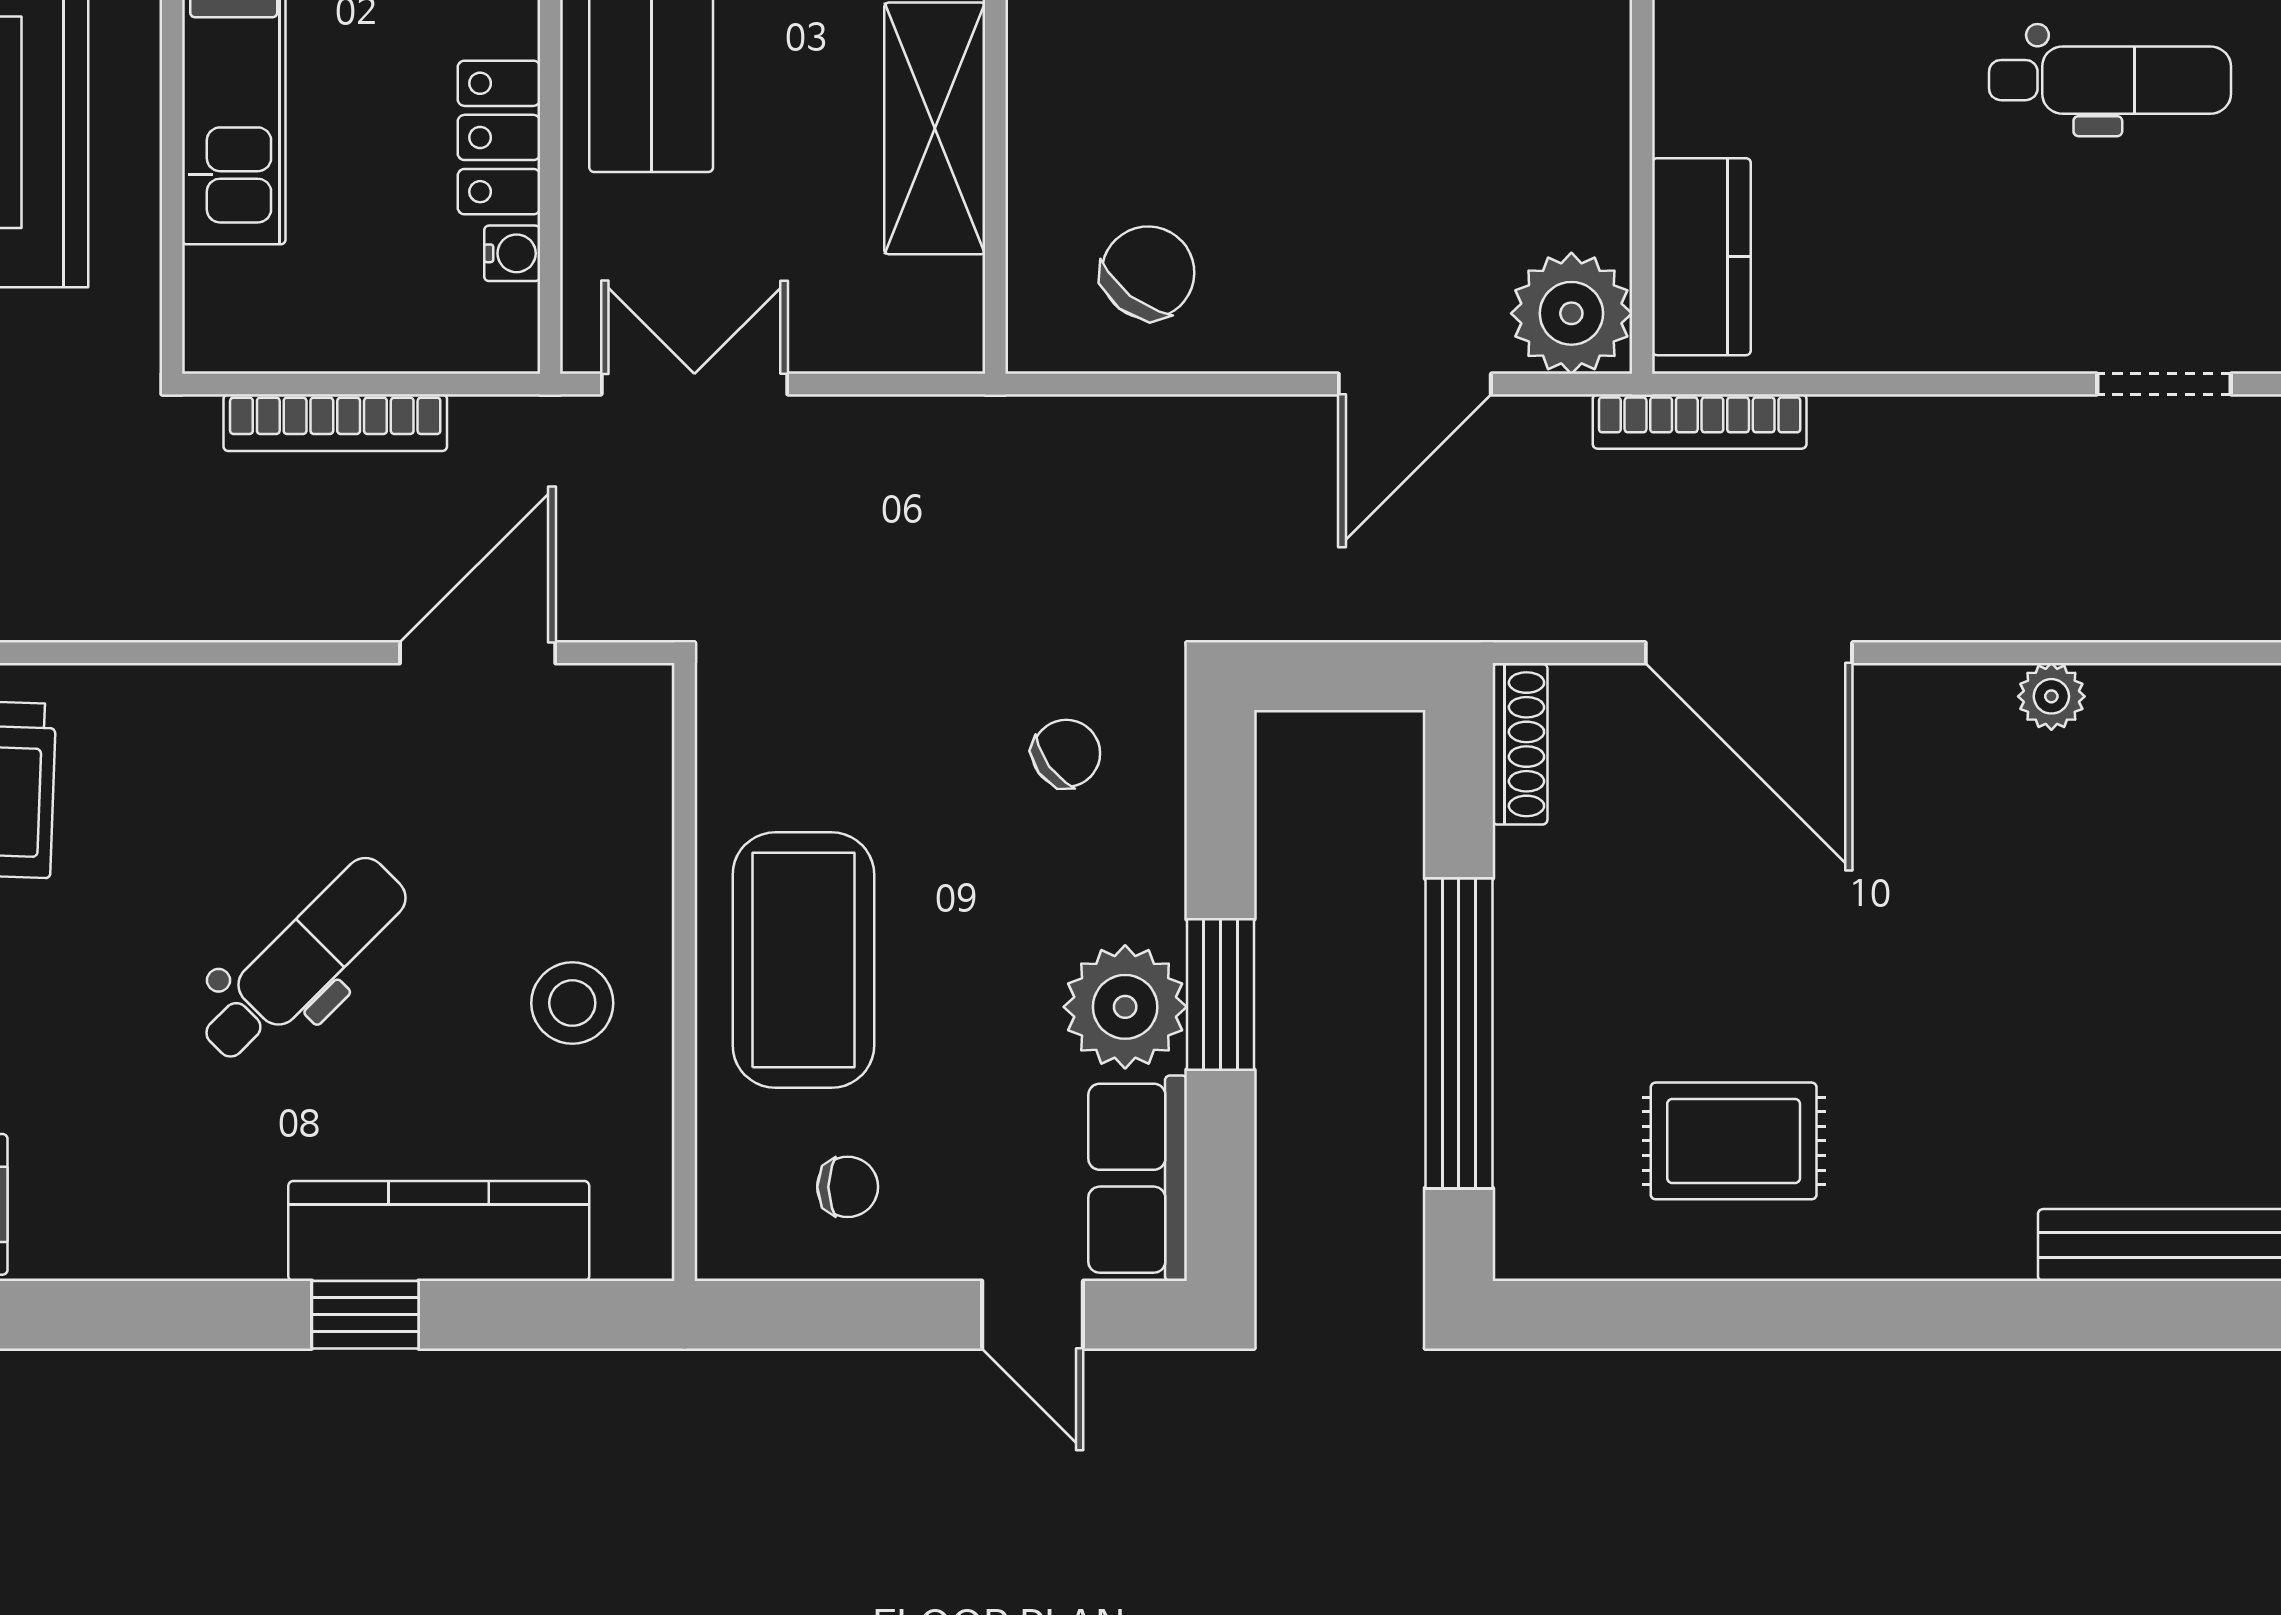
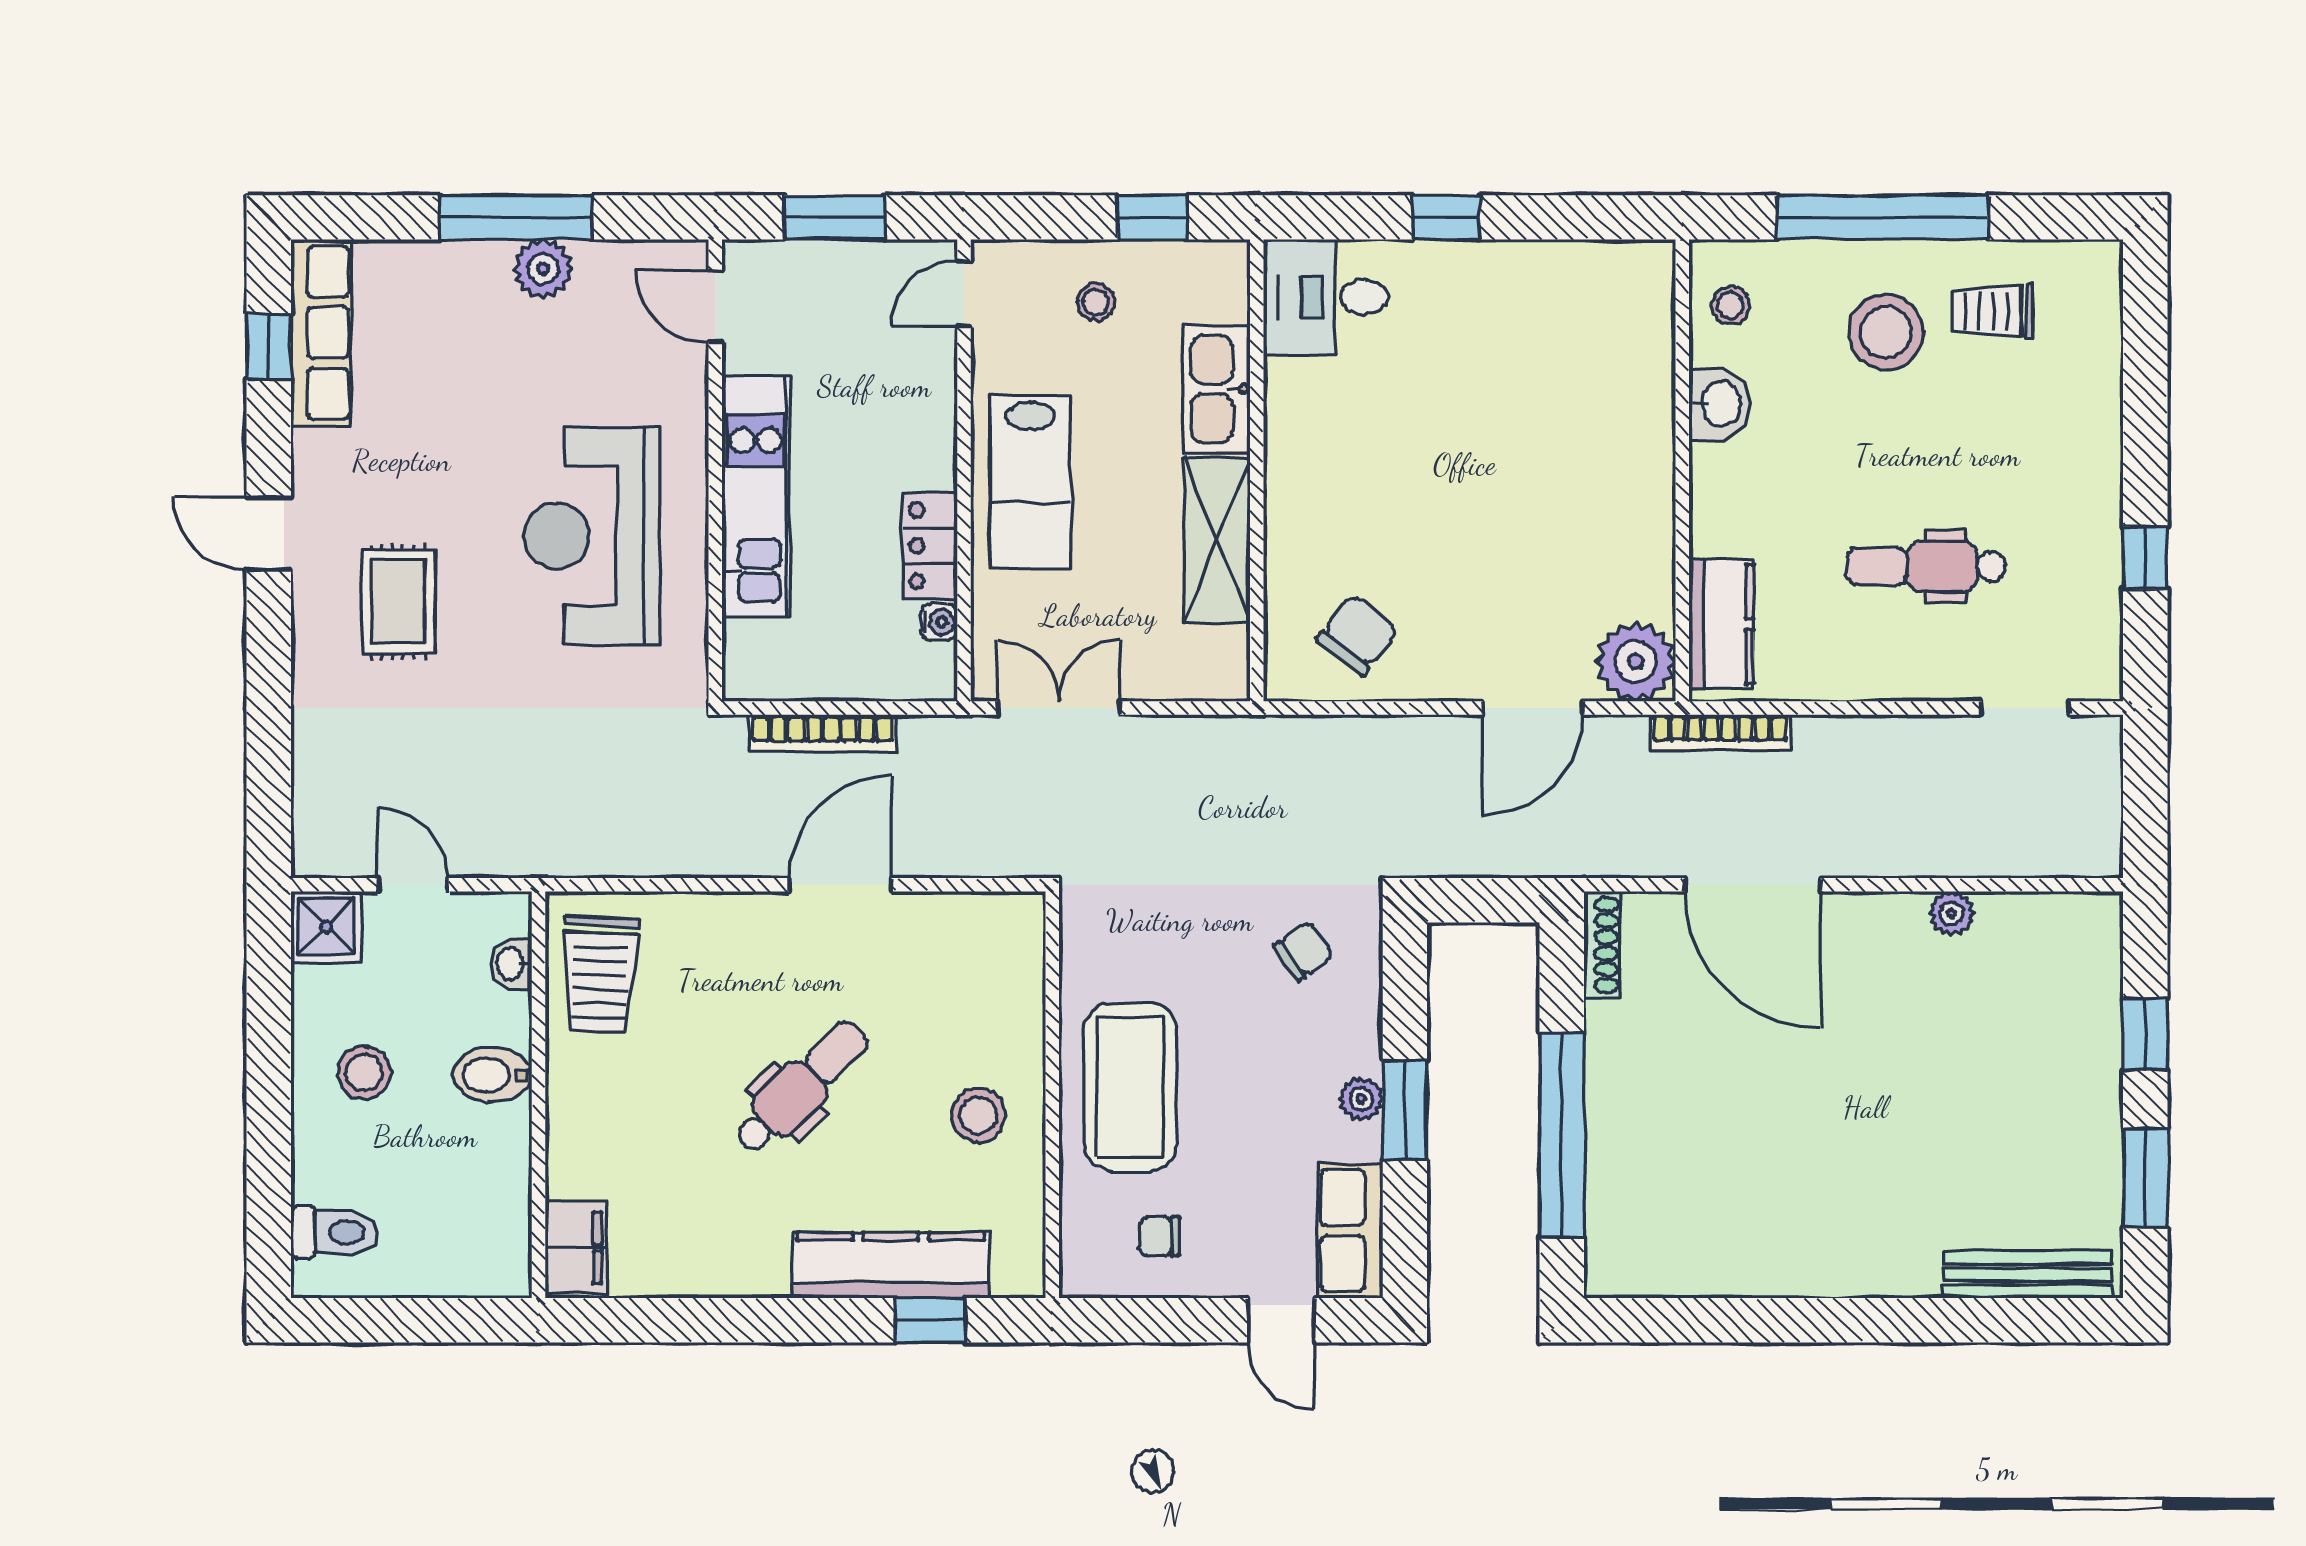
dental chair: (2110, 80) -> (1926, 566), moved, turned 180
door: (478, 653) -> (840, 885), moved
plant: (1125, 1007) -> (1361, 1099), width x0.53, depth x0.53
rug: (1734, 1141) -> (1742, 1206), removed
chair: (848, 1187) -> (1160, 1236), turned 180
window: (365, 1315) -> (930, 1320), moved

